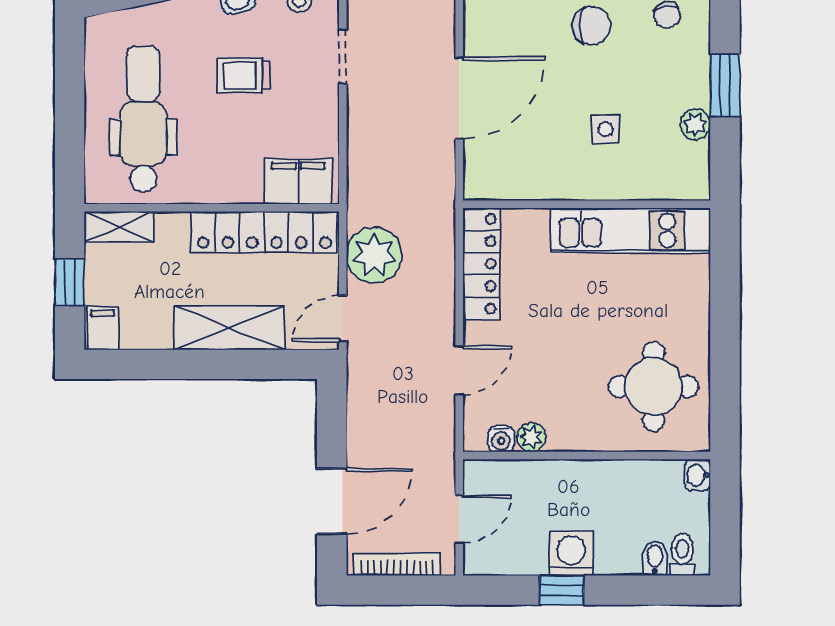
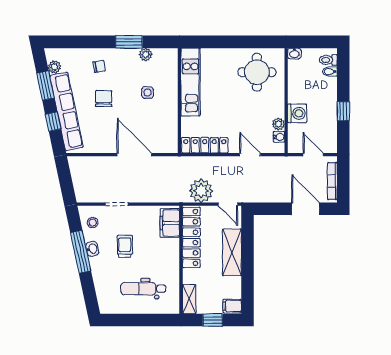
trolley: (243, 75) -> (125, 246), turned 180
dental chair: (143, 119) -> (143, 289), width x0.73, depth x0.72
washing machine: (571, 553) -> (297, 113), moved, turned 180

